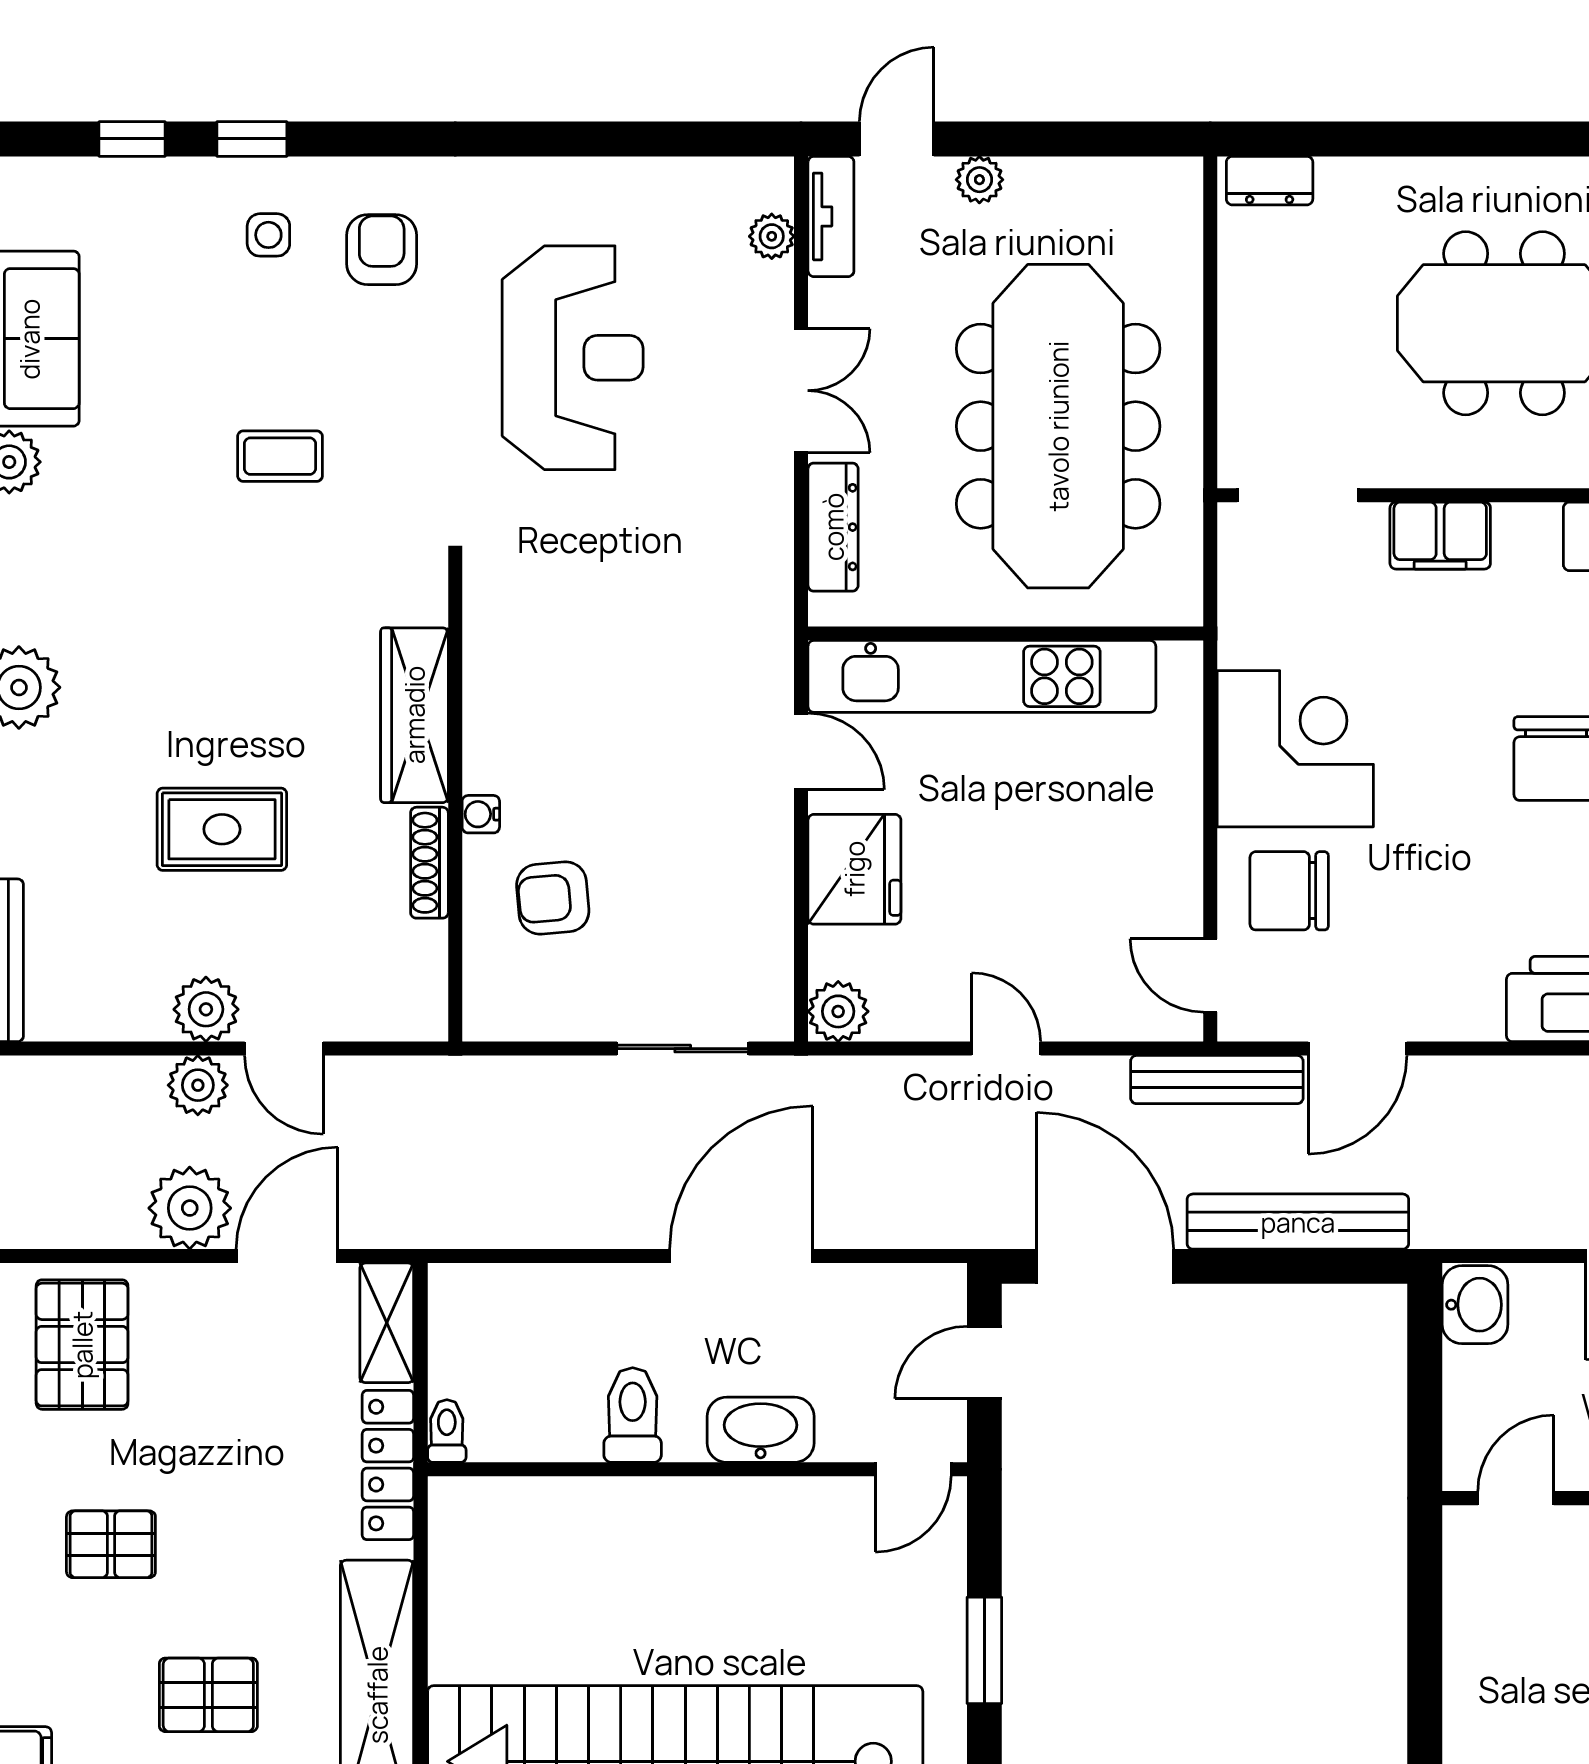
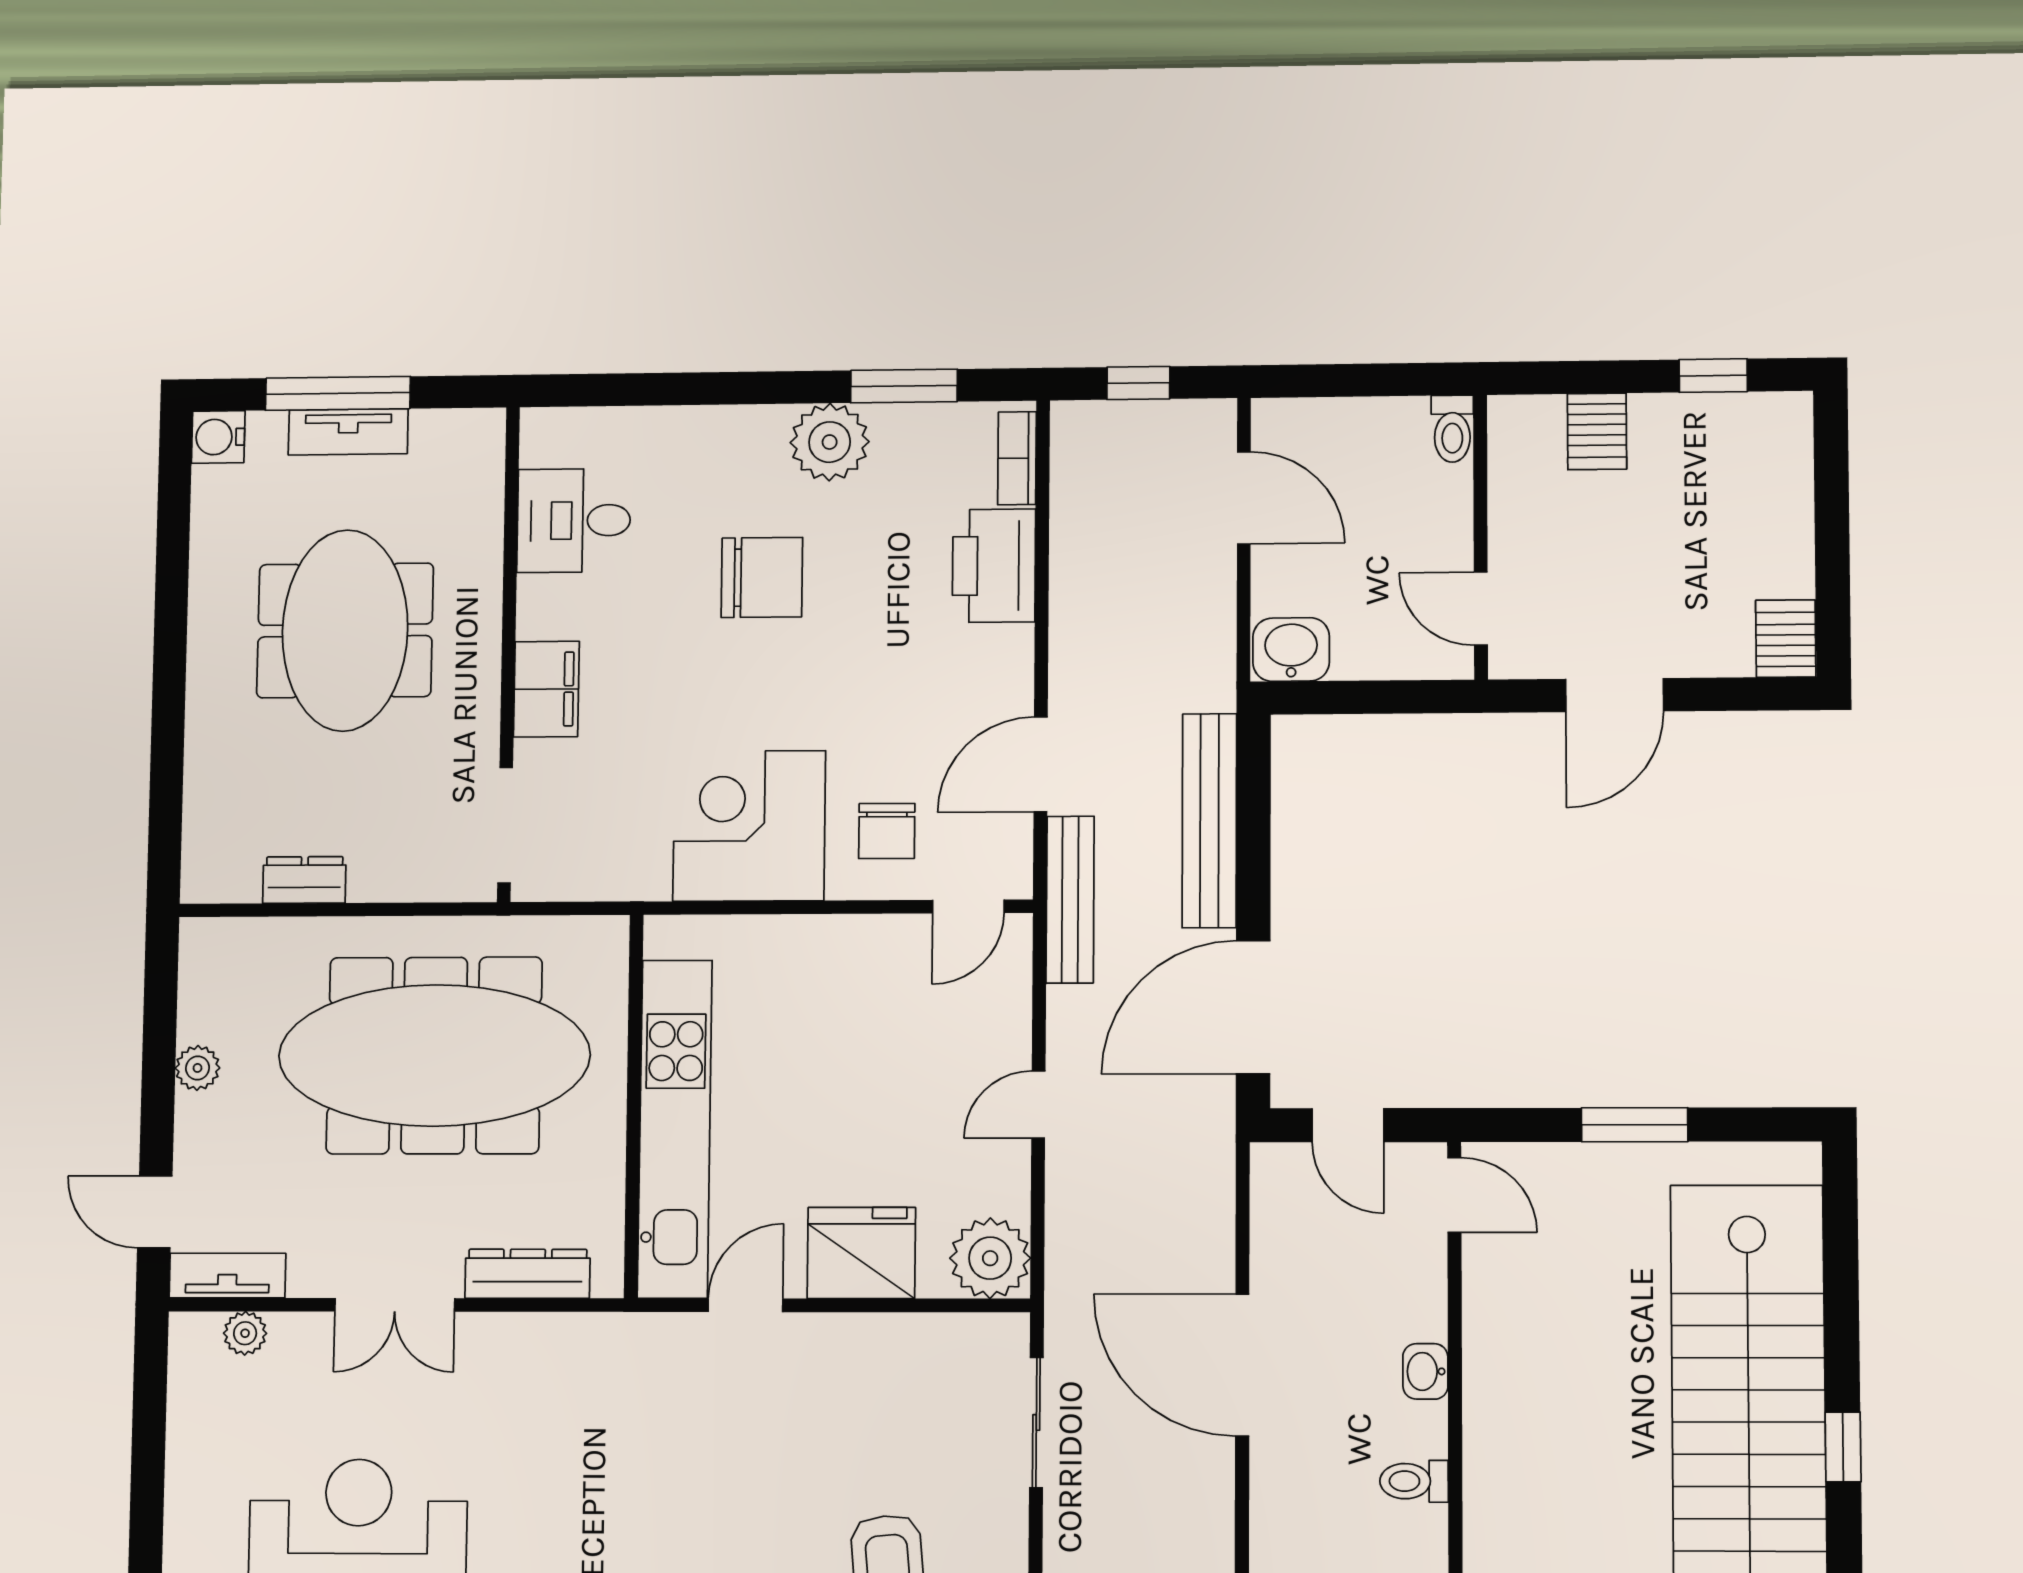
plant: (979, 180) -> (198, 1068), moved
dresser: (1270, 181) -> (304, 880), moved, turned -90
double door: (801, 391) -> (395, 1305), swing flipped
chair: (1289, 891) -> (887, 831), width x0.73, depth x0.73
plant: (838, 1011) -> (990, 1258), width x1.36, depth x1.36
door: (1358, 1049) -> (1041, 764), swing flipped
toilet: (633, 1415) -> (1414, 1481), width x0.73, depth x0.72
washbasin: (761, 1430) -> (1425, 1371), width x0.52, depth x0.69
door: (1425, 1633) -> (1615, 695), added

